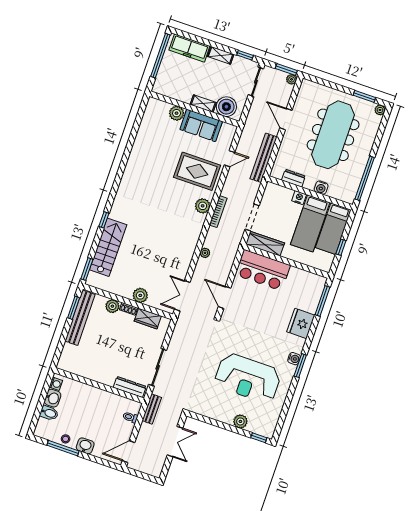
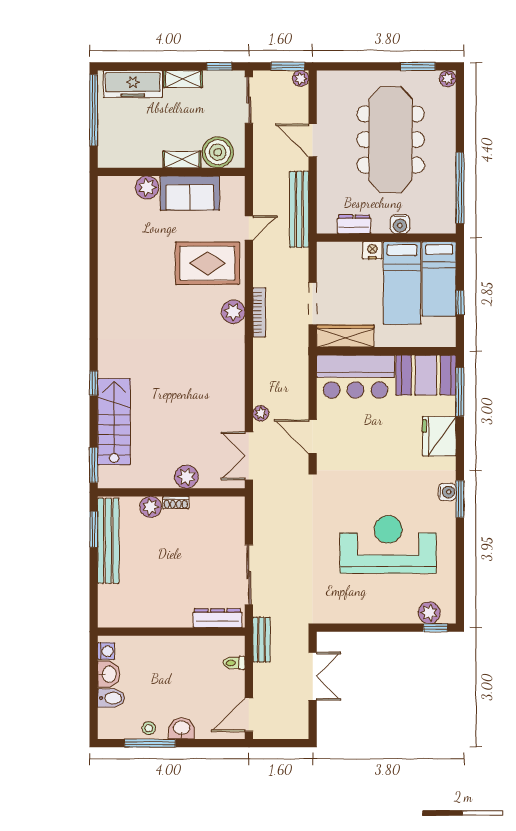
plant: (205, 253) -> (261, 413), moved
booth: (305, 284) -> (426, 375), added
wardrobe: (148, 319) -> (209, 507), removed
reception desk: (248, 378) -> (388, 545), turned 180
plant: (240, 421) -> (429, 613), moved

